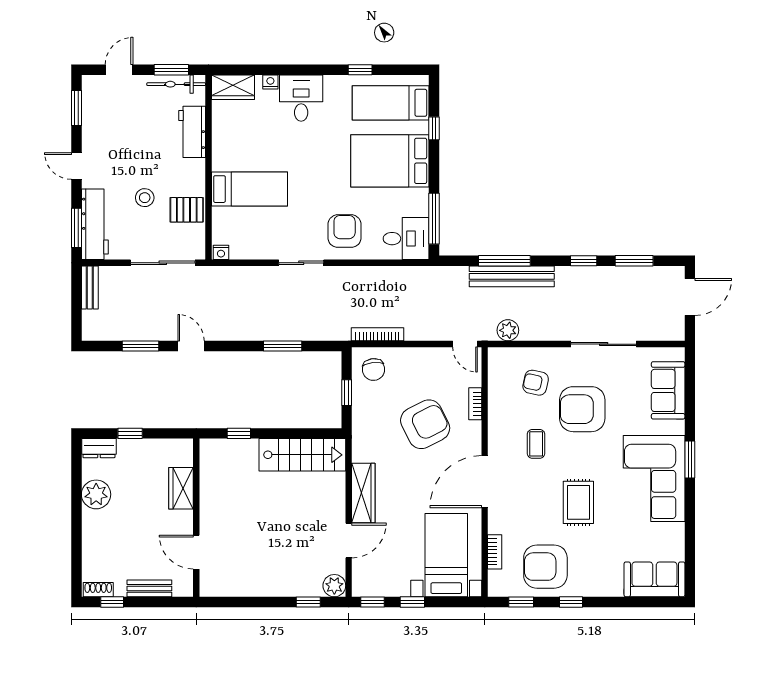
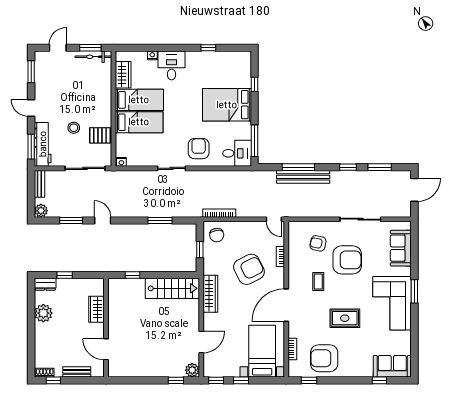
wardrobe: (233, 87) -> (123, 75), moved, turned -90
bed: (391, 103) -> (139, 100), moved, turned 180
workbench: (192, 132) -> (103, 87), removed
plant: (508, 330) -> (41, 211), moved
armchair: (582, 409) -> (347, 260), turned 180
wardrobe: (363, 493) -> (210, 294), moved
rug: (578, 502) -> (345, 318), turned 90
window: (571, 602) -> (379, 380), moved

